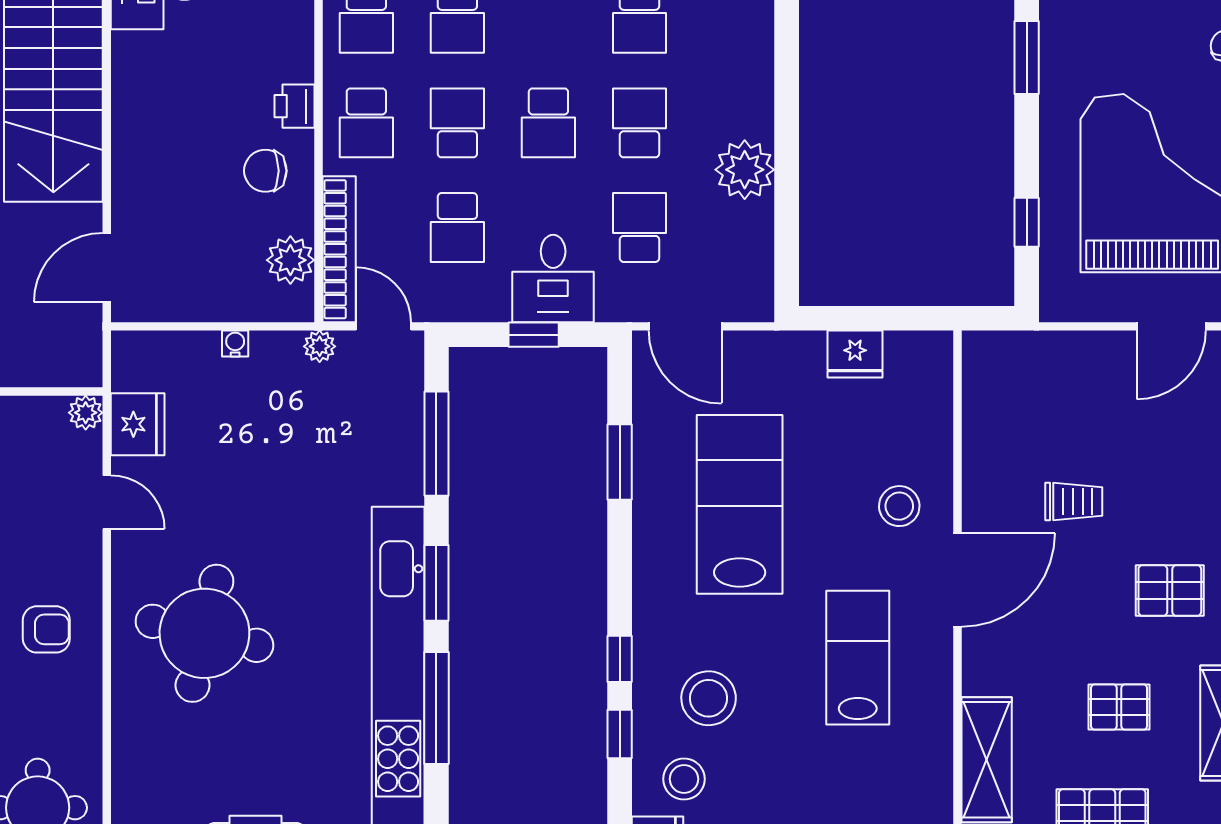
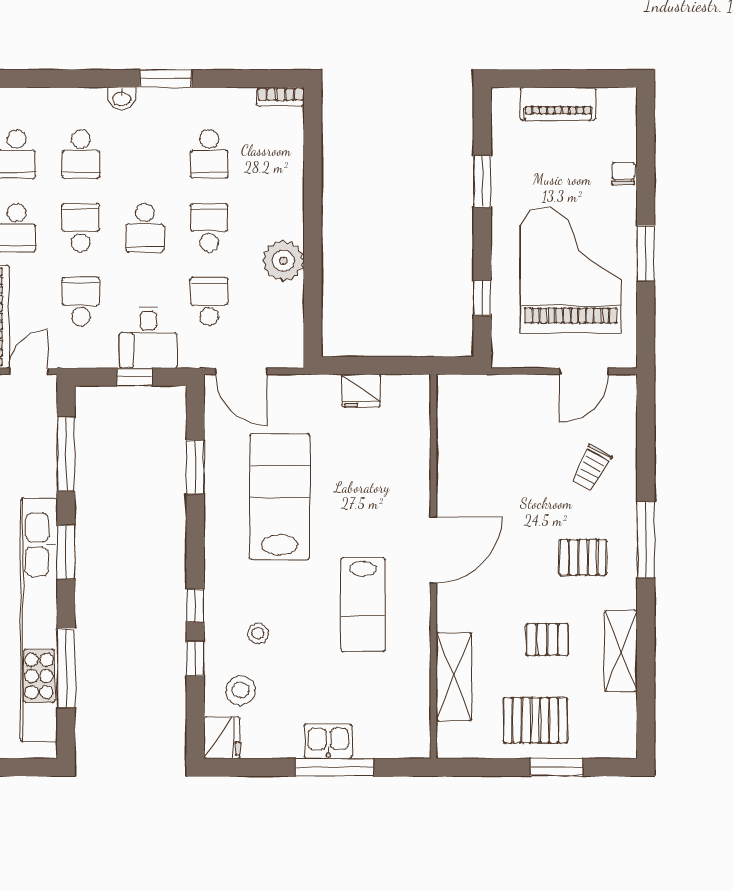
school desk: (457, 227) -> (81, 301), turned 180
door: (384, 326) -> (29, 371), hinge flipped
trolley: (1074, 502) -> (591, 468), moved, turned 119
stool: (899, 506) -> (392, 498), removed
lab bench: (858, 658) -> (363, 605), turned 180
stool: (709, 698) -> (258, 633), width x0.53, depth x0.53
window: (436, 708) -> (66, 668), moved

